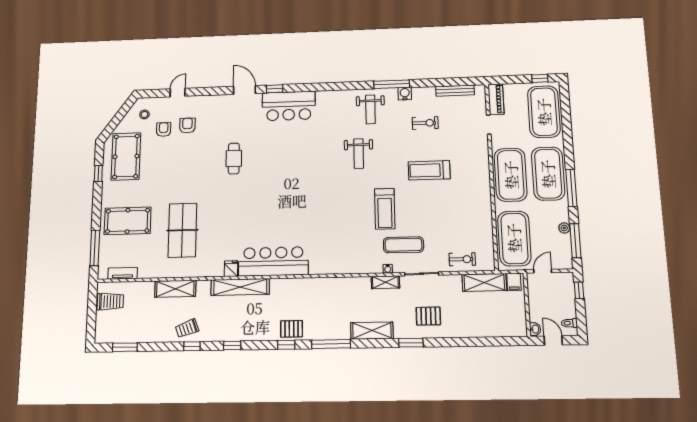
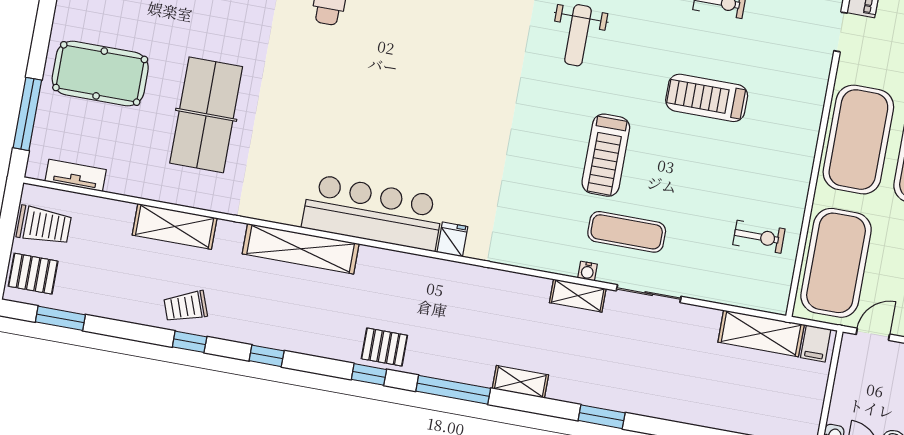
exercise bike: (462, 259) -> (759, 237), moved
fridge: (231, 269) -> (452, 240), moved
pallet: (428, 316) -> (33, 274), moved
shelving: (372, 331) -> (520, 382), width x0.67, depth x0.75

